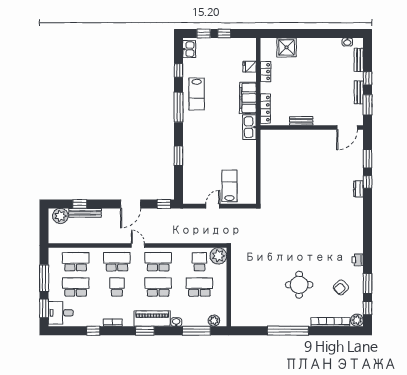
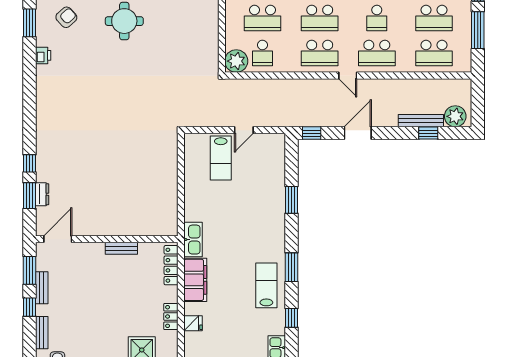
window: (178, 107) -> (291, 267), width x0.69
dresser: (358, 189) -> (42, 194), moved

